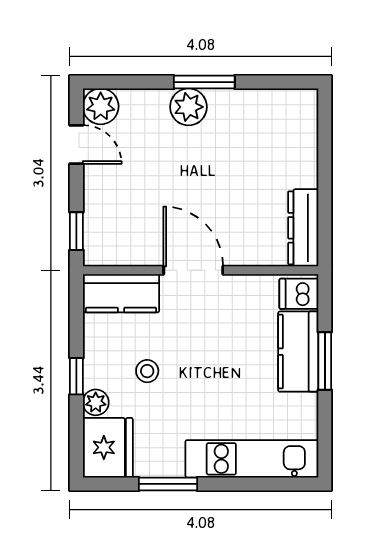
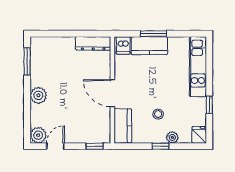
window: (204, 82) -> (27, 61), moved
door: (193, 270) -> (112, 93), hinge flipped
fridge: (108, 447) -> (199, 135), width x0.53, depth x0.75
window: (168, 484) -> (209, 105), width x0.67

